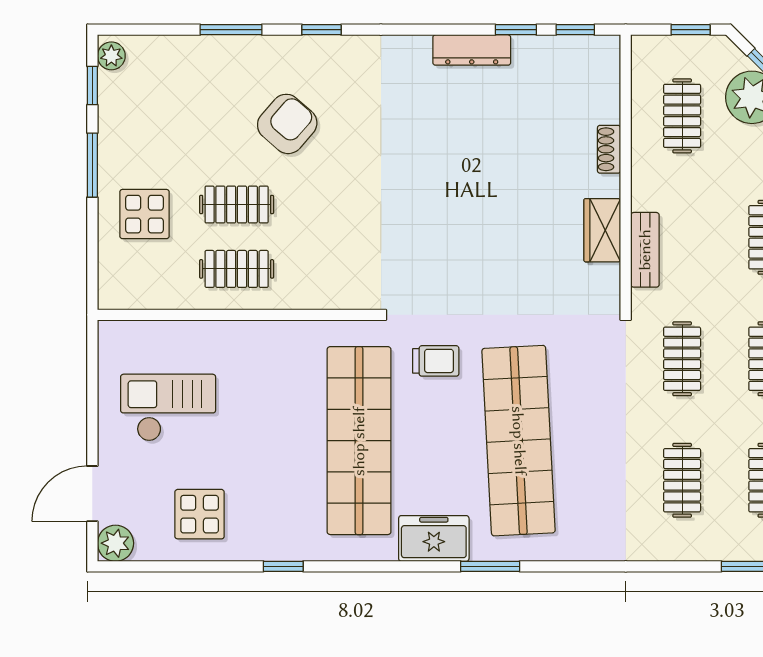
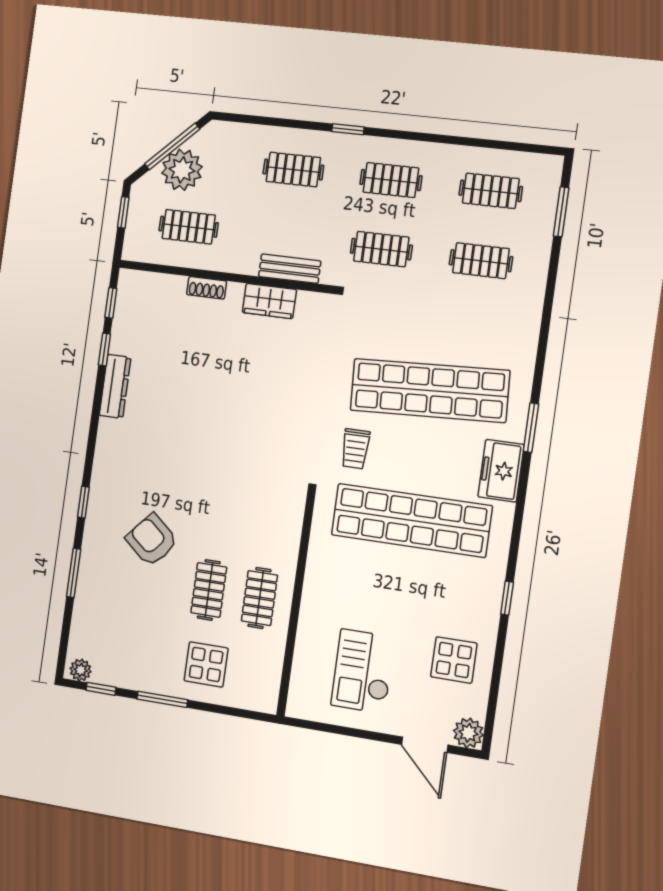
trolley: (436, 361) -> (355, 449), turned 180

